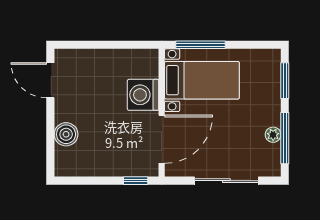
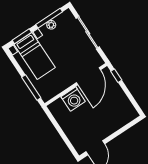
bed with nightstands: (202, 80) -> (35, 56), moved, turned 180
boiler: (66, 134) -> (116, 123), removed
door: (162, 139) -> (88, 76), swing flipped

